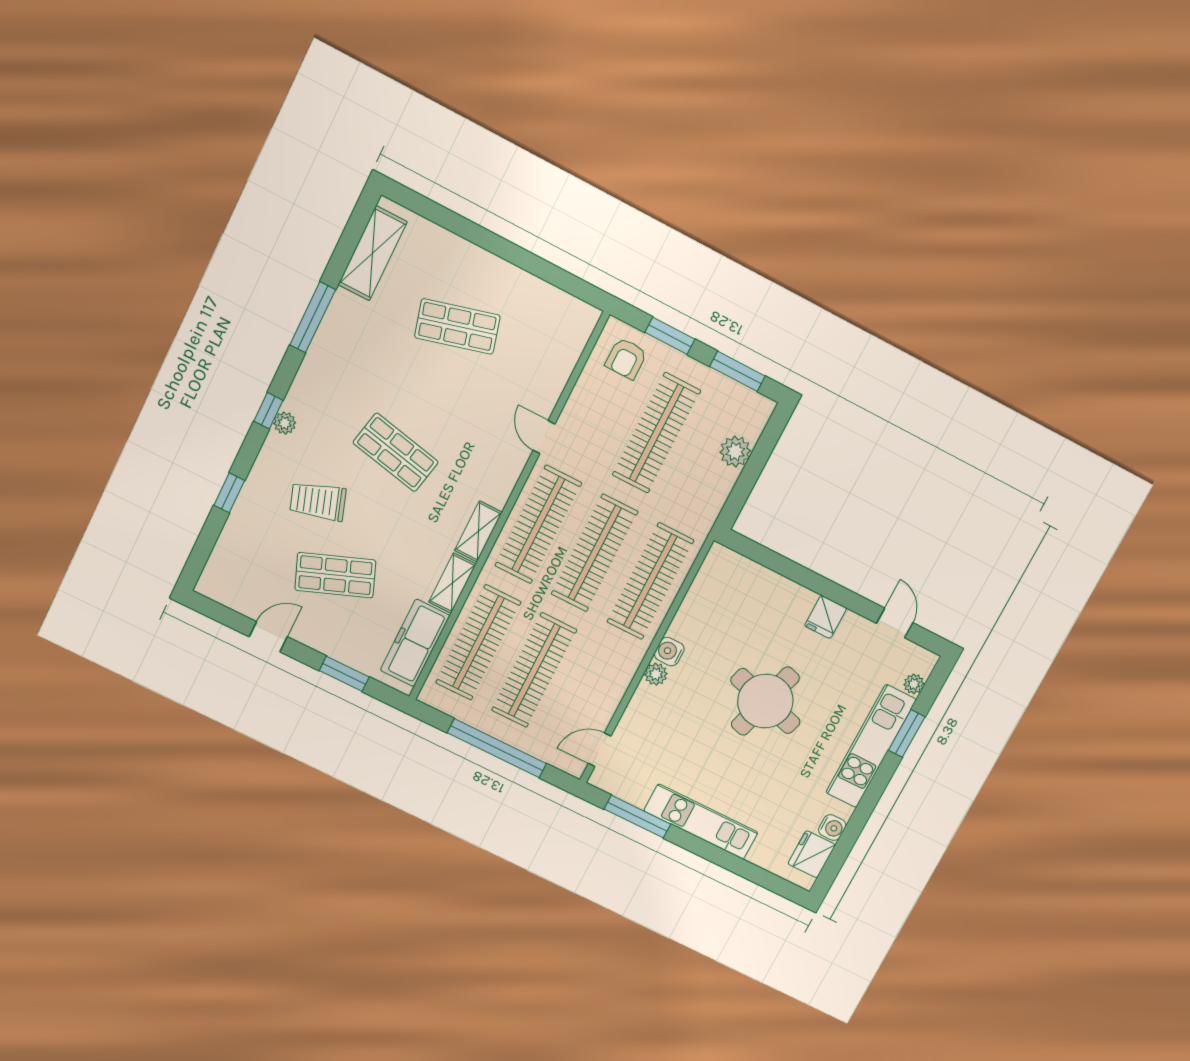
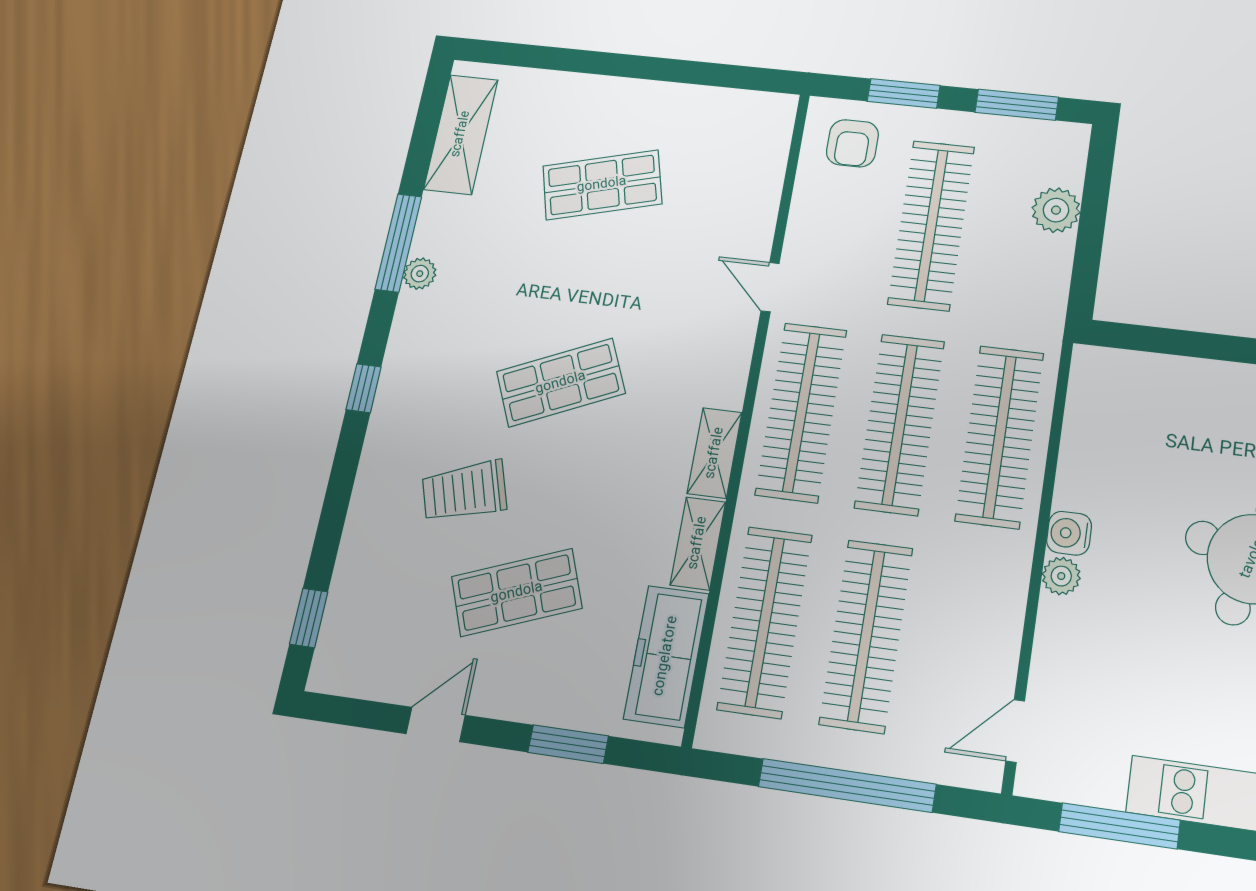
plant: (285, 423) -> (420, 274), moved
shop shelf: (396, 452) -> (561, 383), turned -36
window: (229, 493) -> (309, 618), moved

